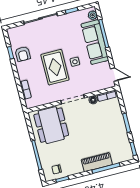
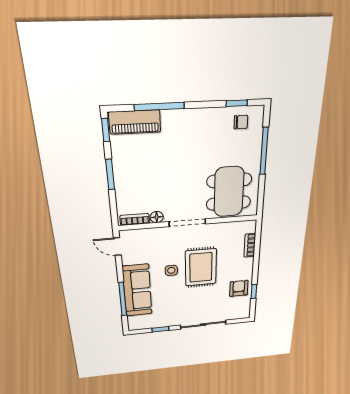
plant: (93, 15) -> (134, 321), removed
piano: (97, 162) -> (135, 122), moved

